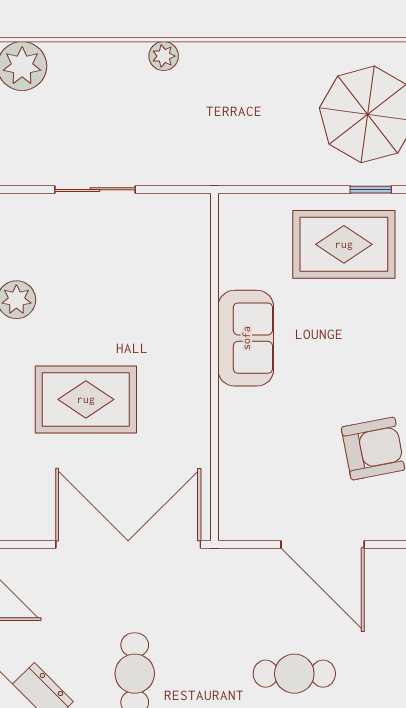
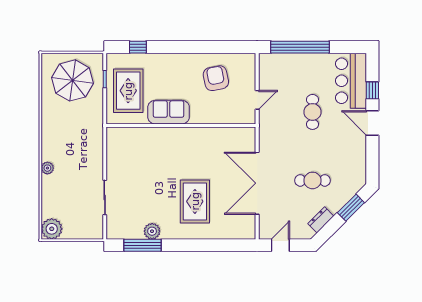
sofa: (246, 338) -> (169, 112), moved
wall: (215, 367) -> (181, 126), moved
door: (323, 544) -> (257, 100), width x0.53

